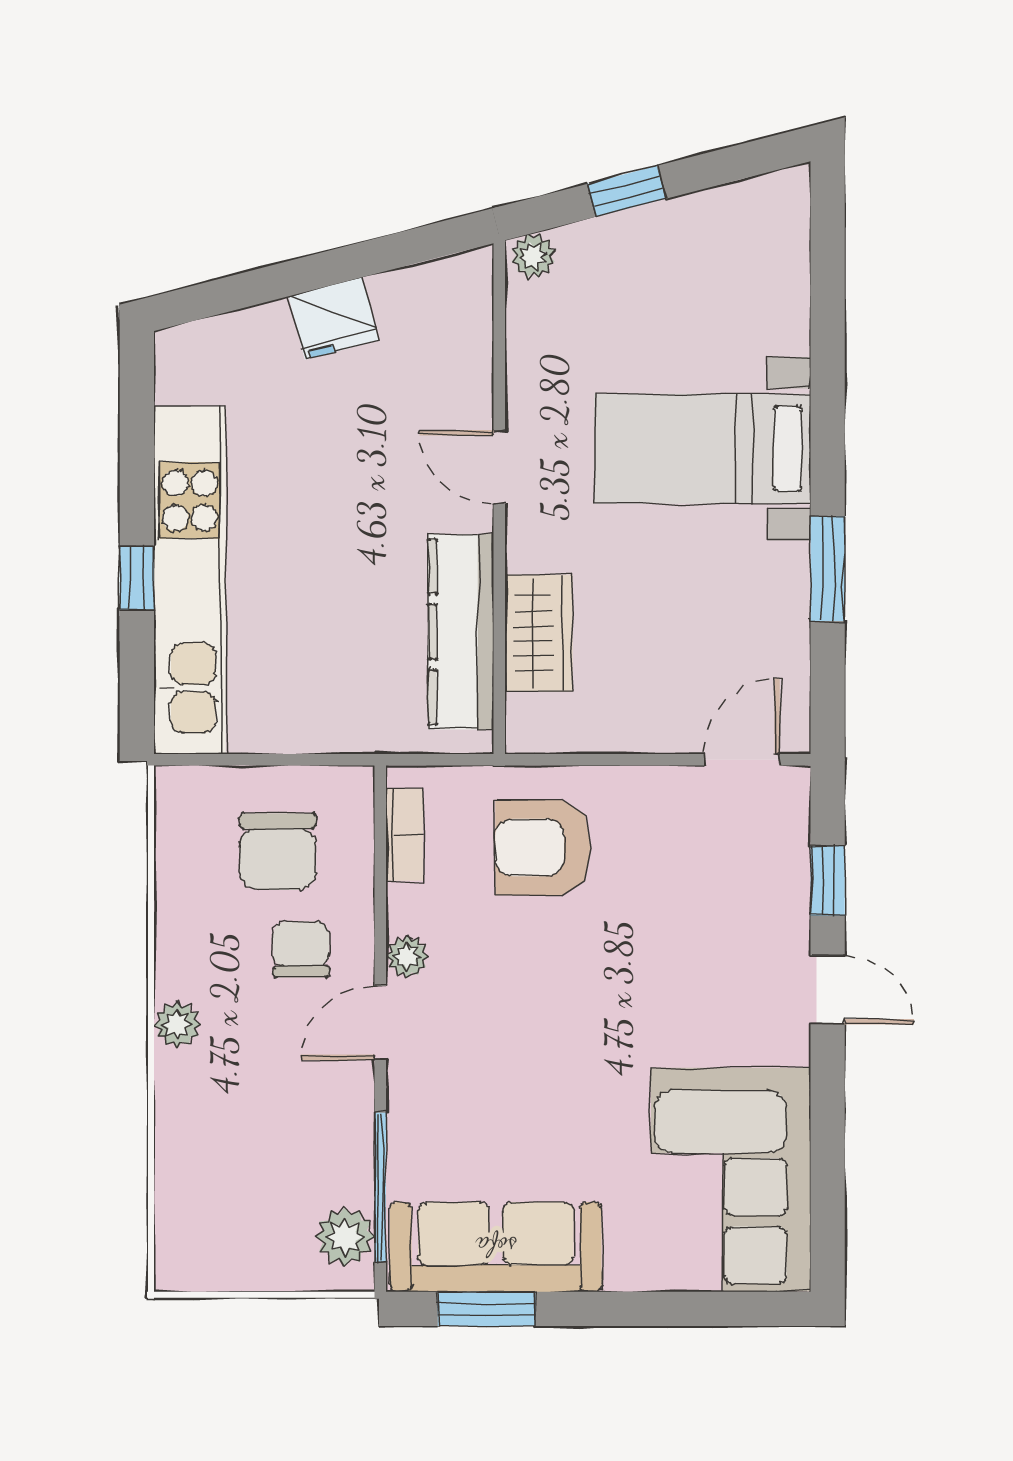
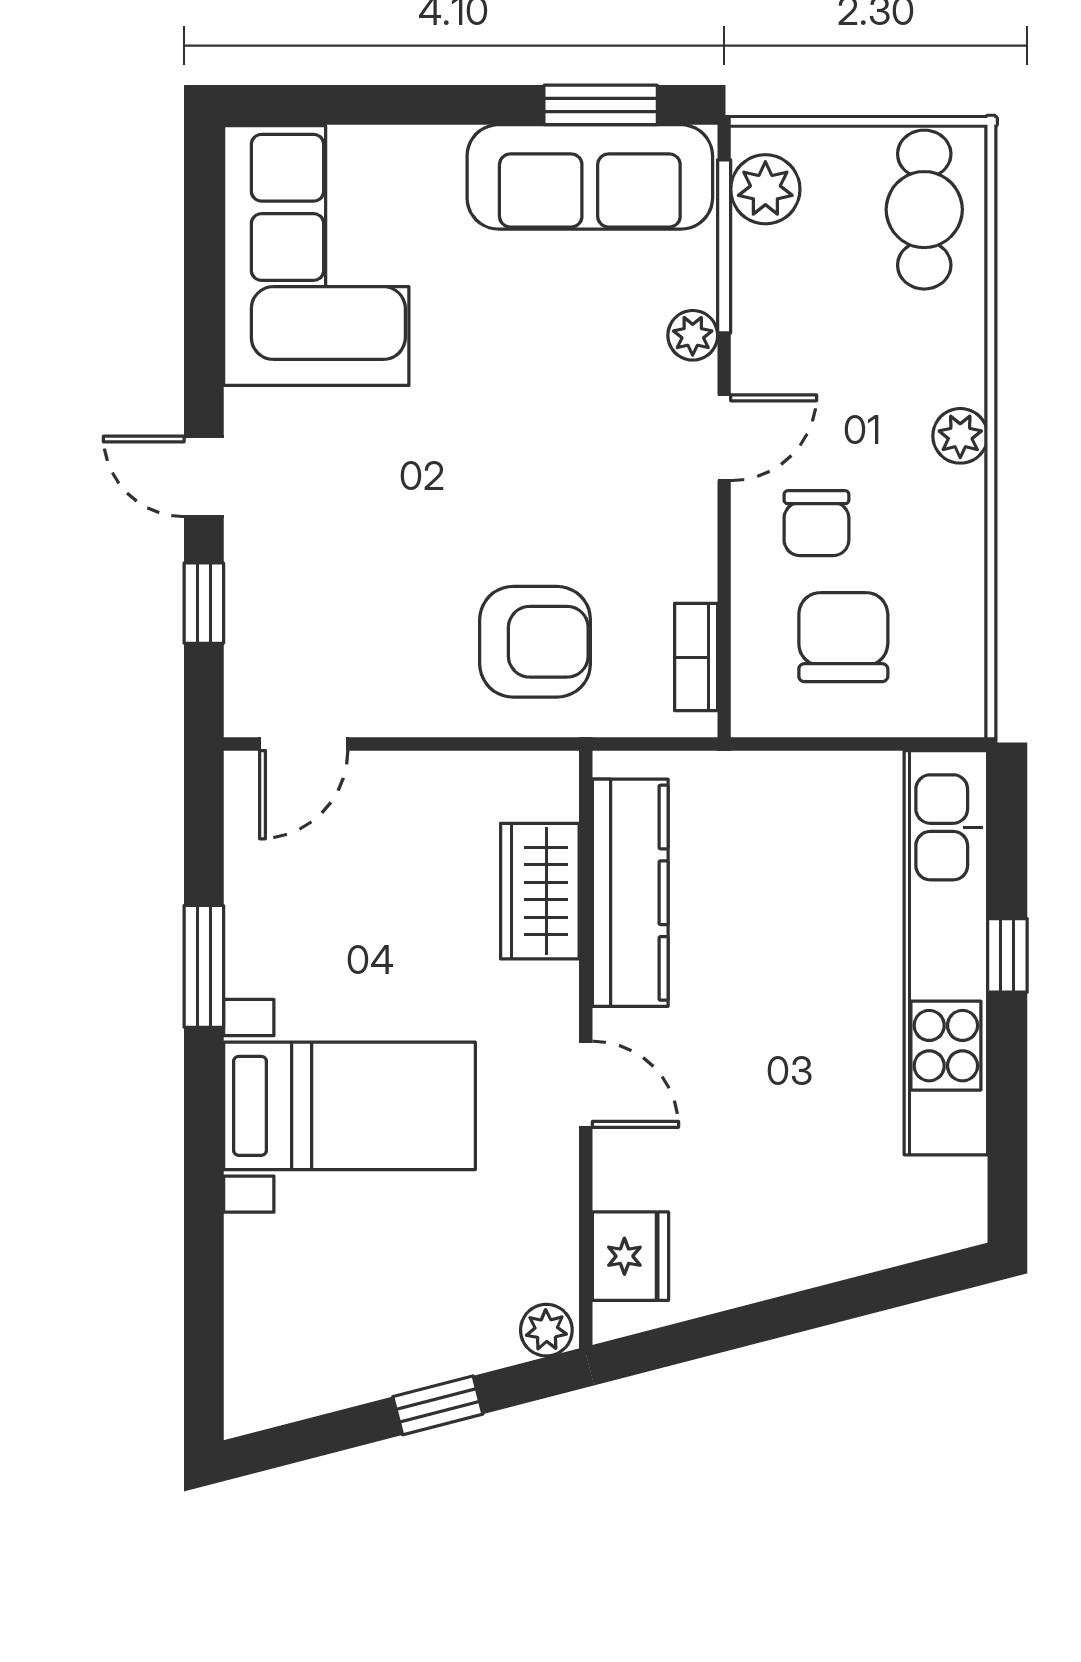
fridge: (334, 318) -> (631, 1256), moved, turned 104
plant: (407, 957) -> (693, 335), moved
cafe table: (208, 1219) -> (924, 210), added

